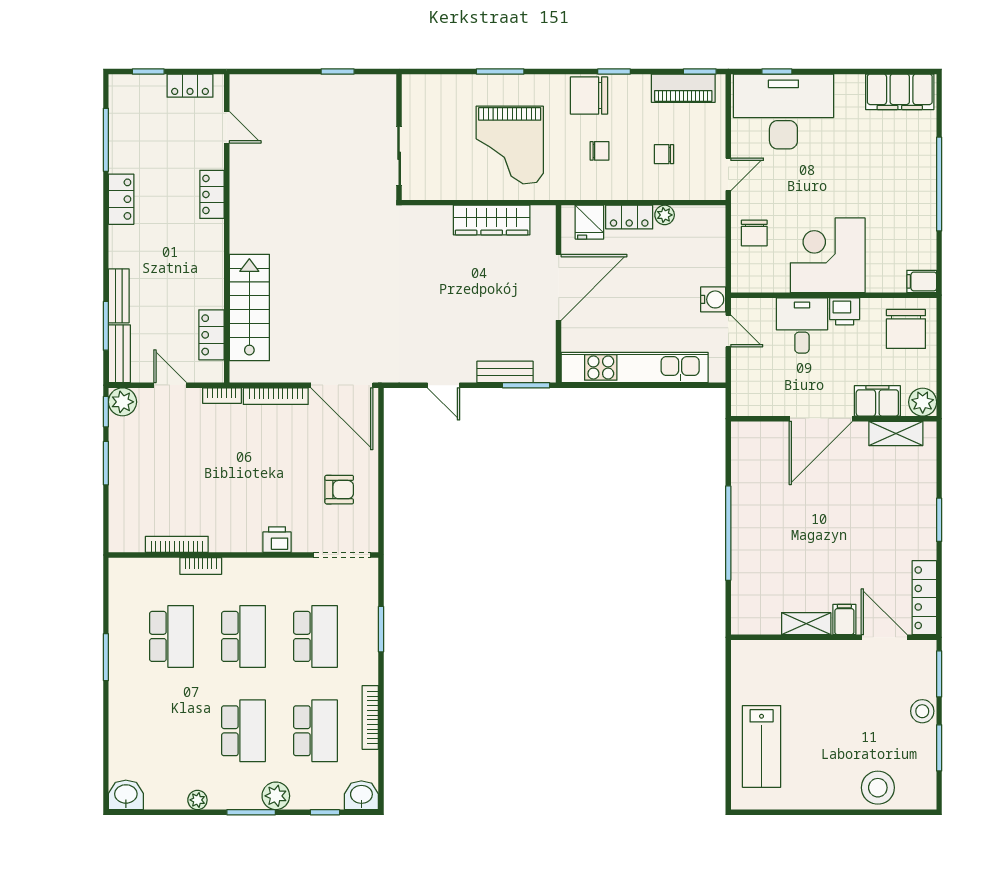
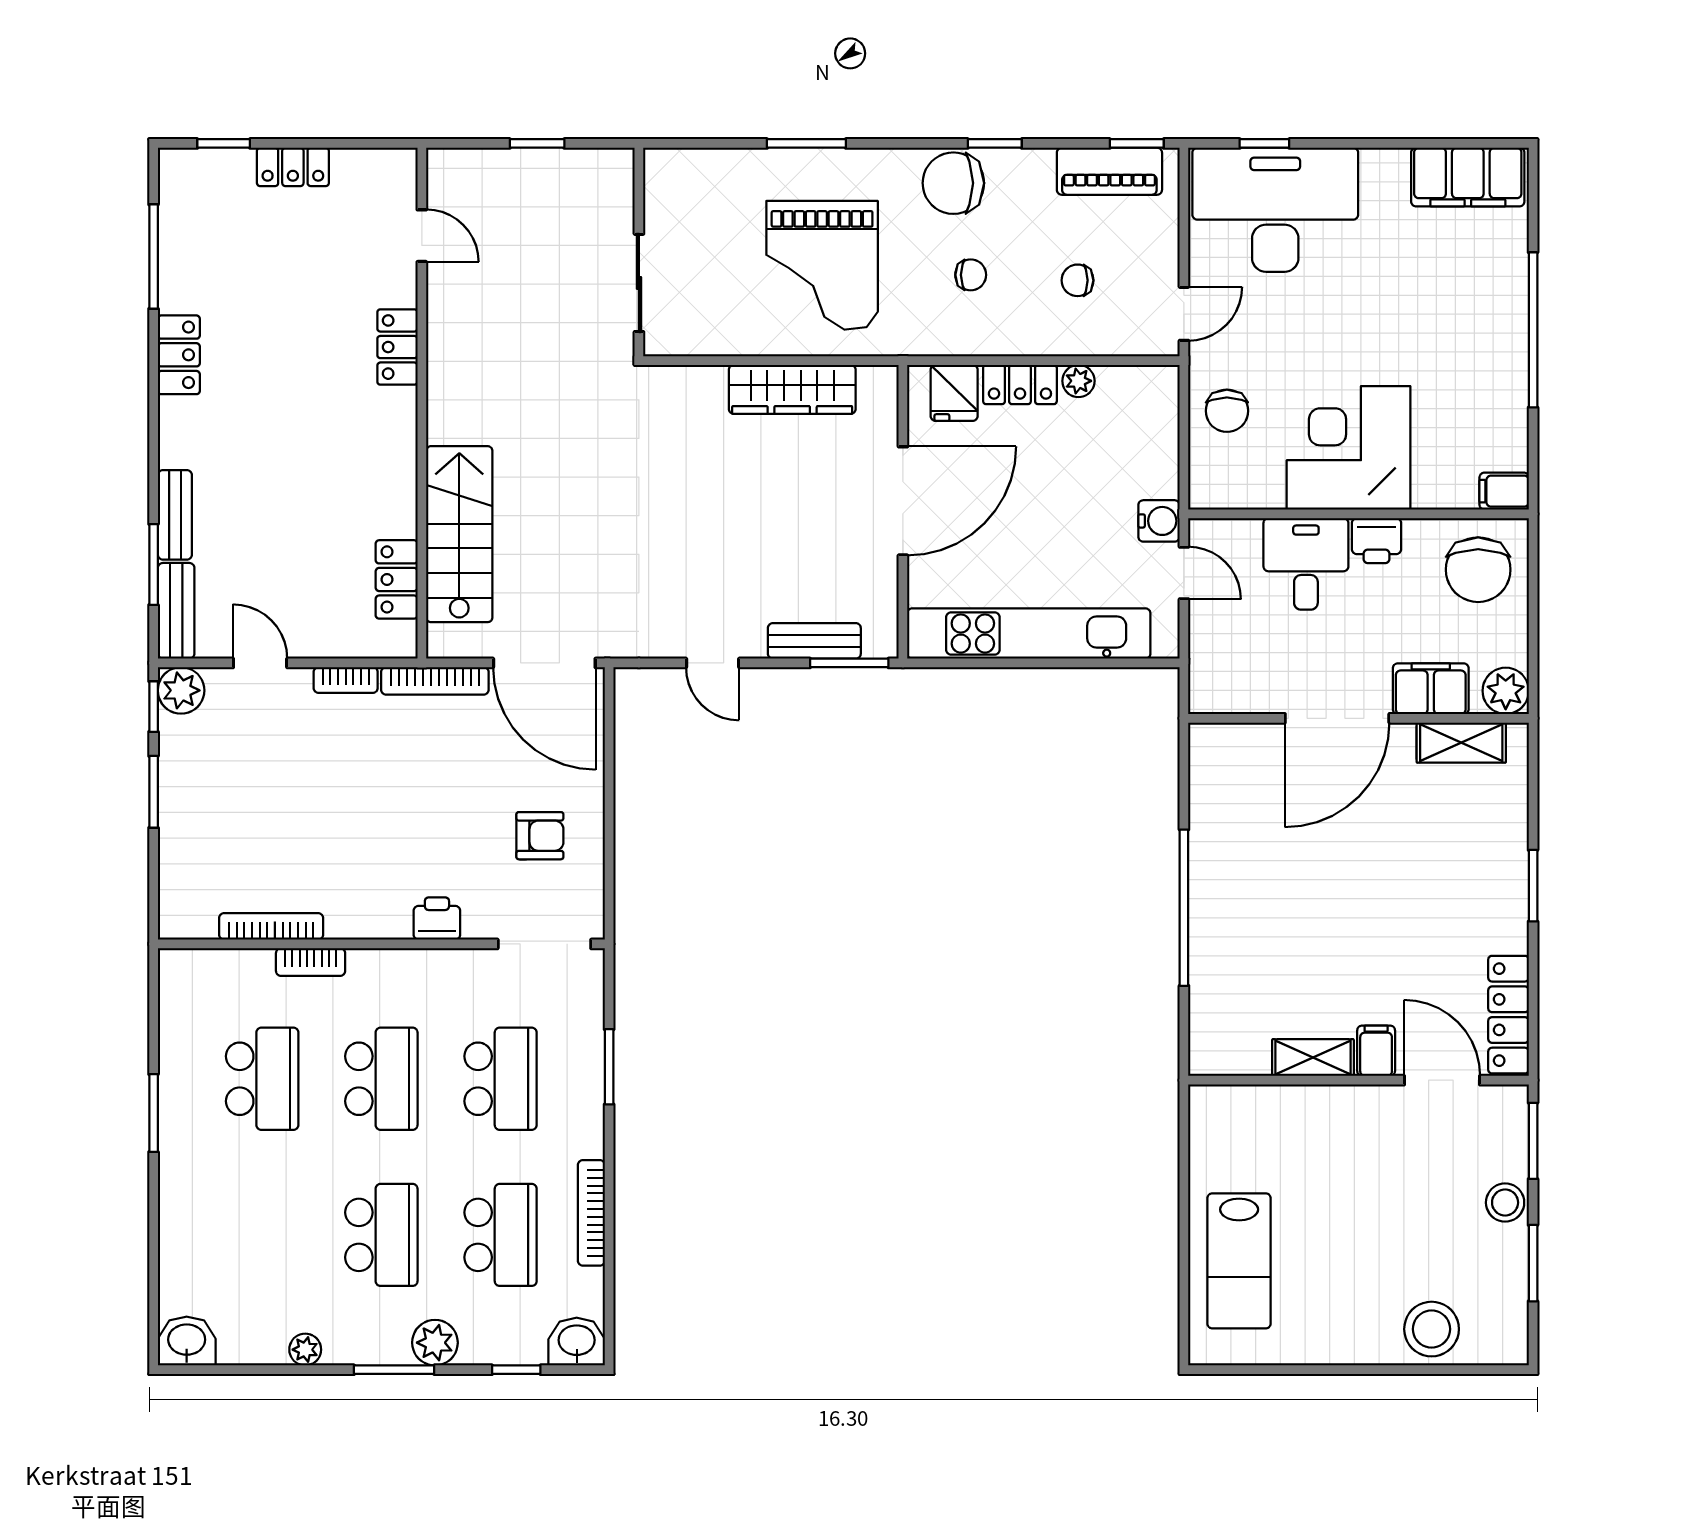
door: (227, 127) -> (422, 236), moved
locker: (212, 194) -> (397, 347), moved
wall: (227, 228) -> (422, 403), moved
stairs: (249, 307) -> (459, 534), moved
locker: (212, 335) -> (397, 579), moved

